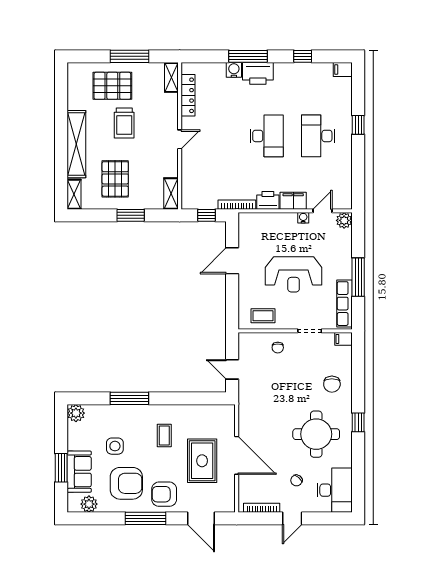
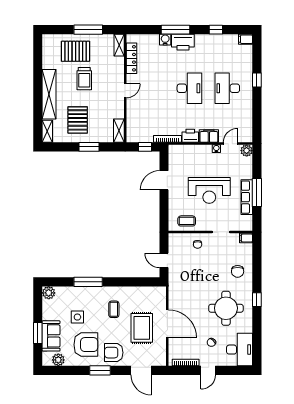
row of seats: (344, 304) -> (247, 197), moved
window: (146, 518) -> (100, 370), width x0.69

